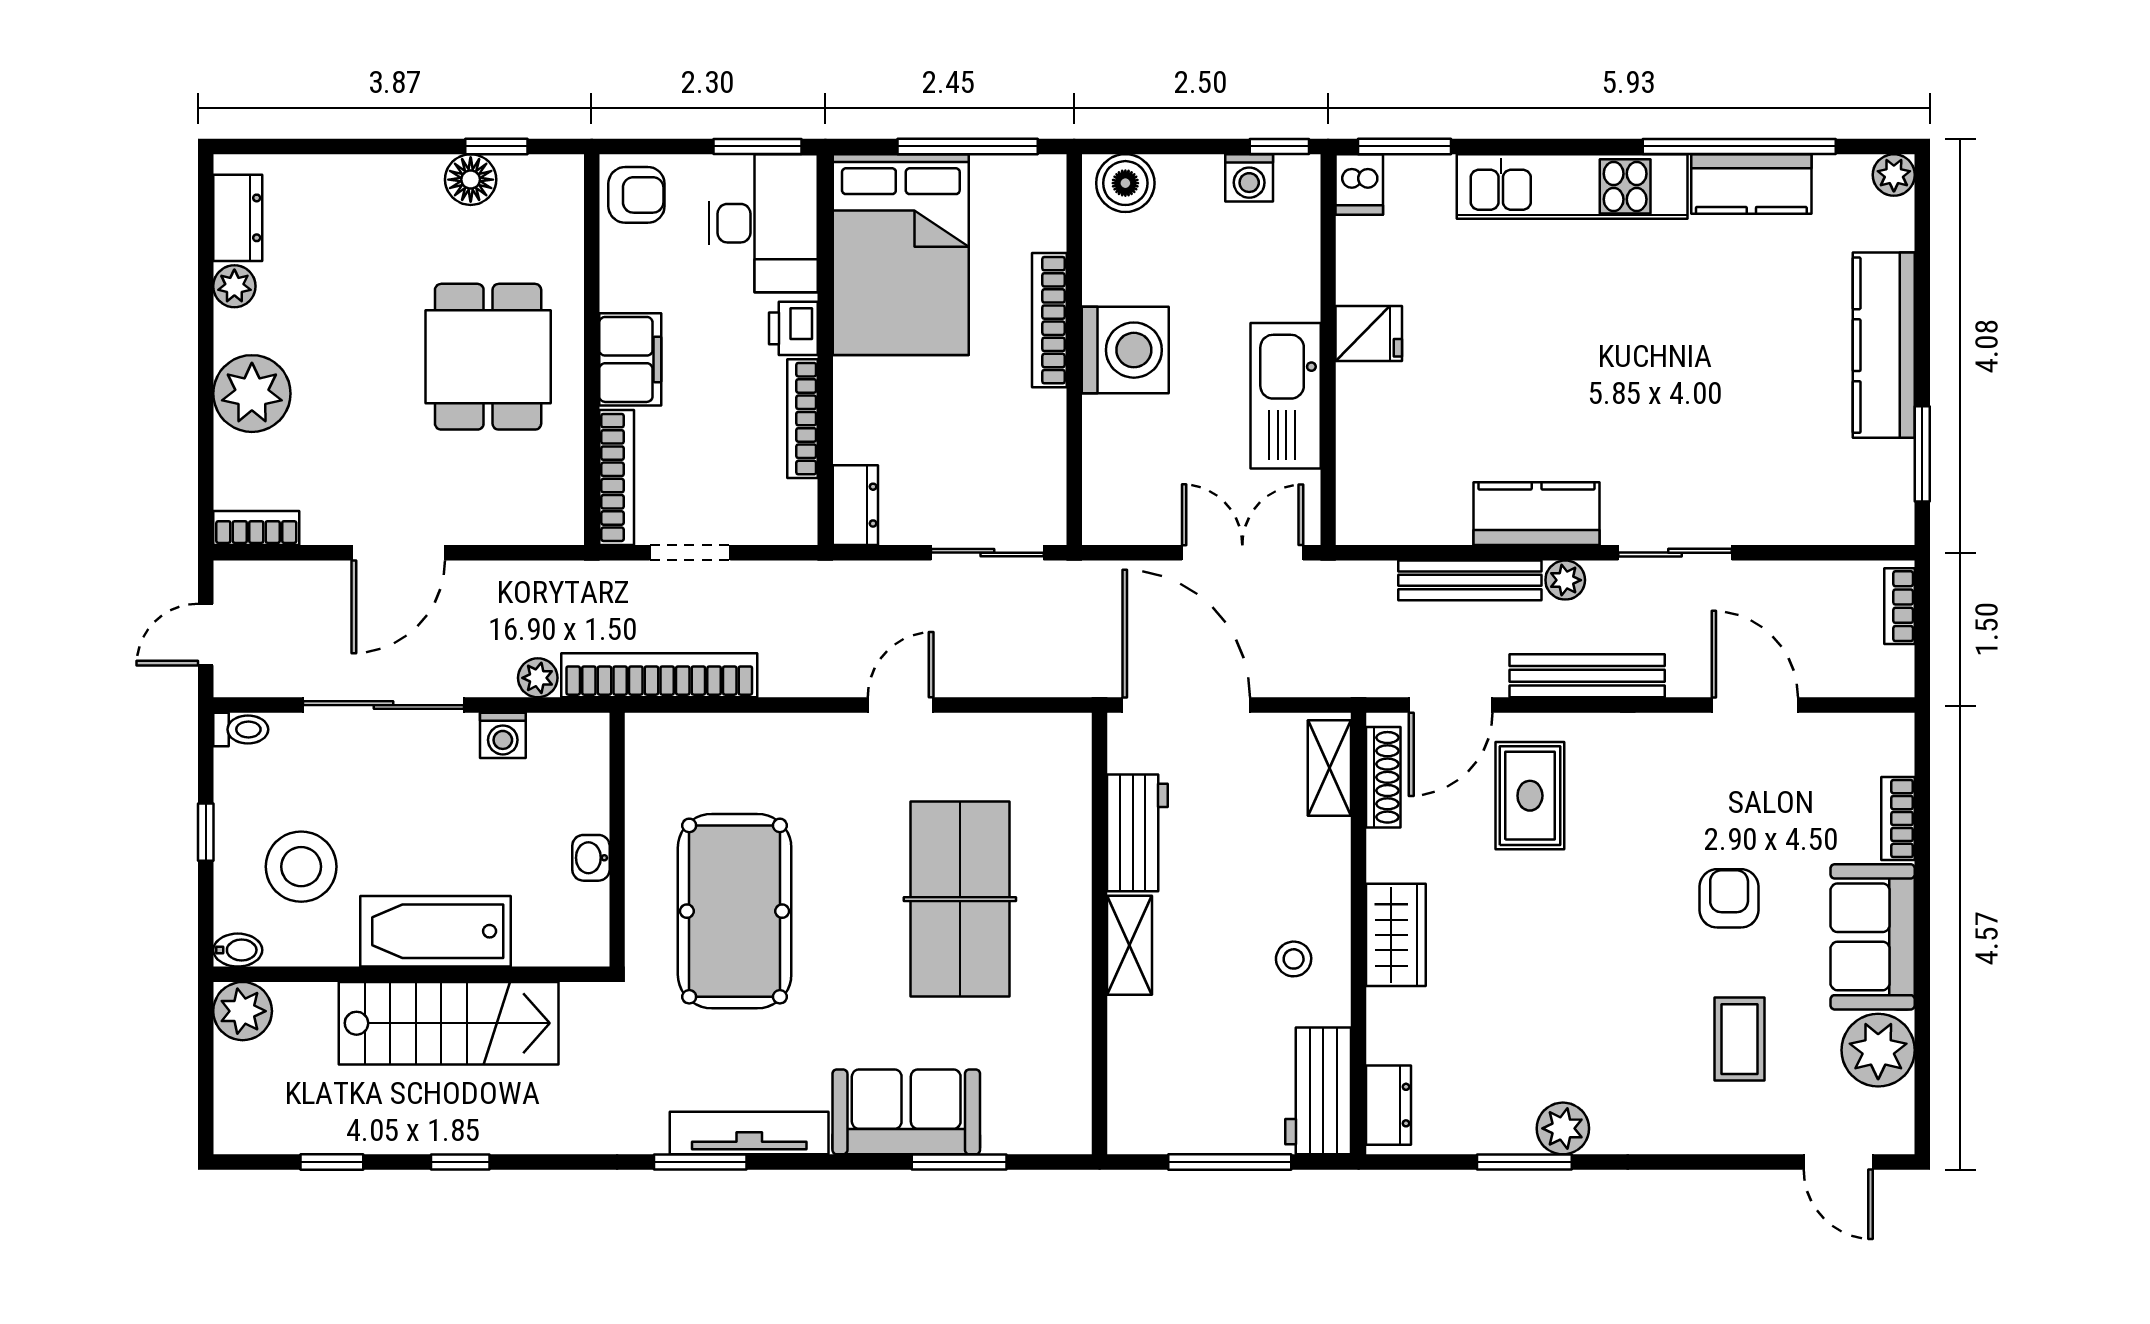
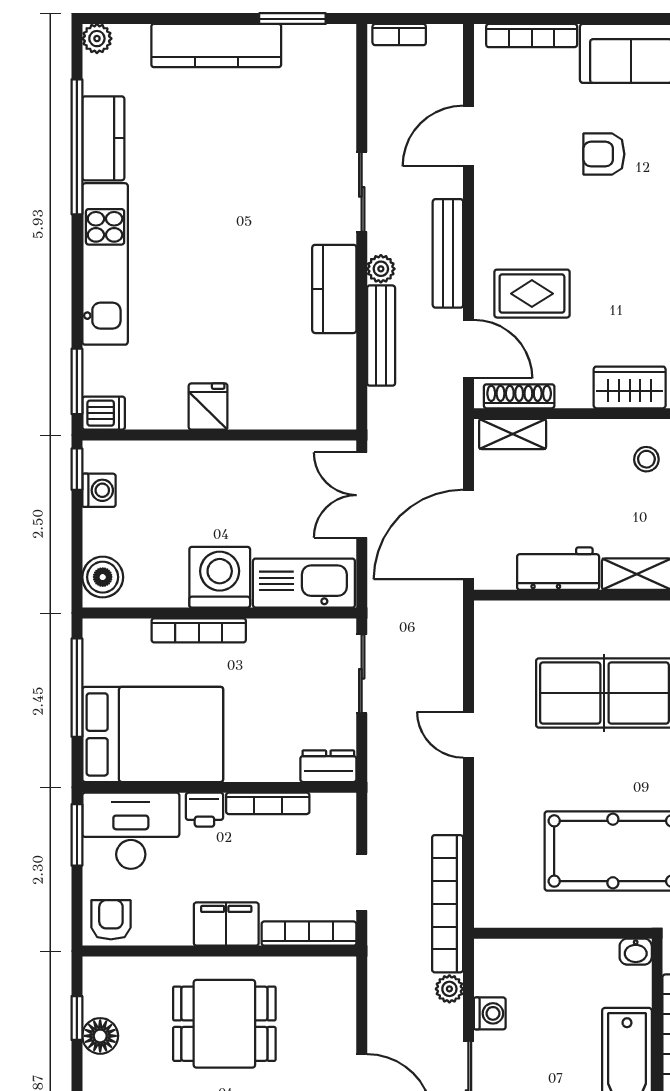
kitchen sink: (1286, 396) -> (304, 583), moved, turned 180
bookcase: (1898, 819) -> (532, 36), width x1.56
washbasin: (591, 858) -> (636, 952), moved

